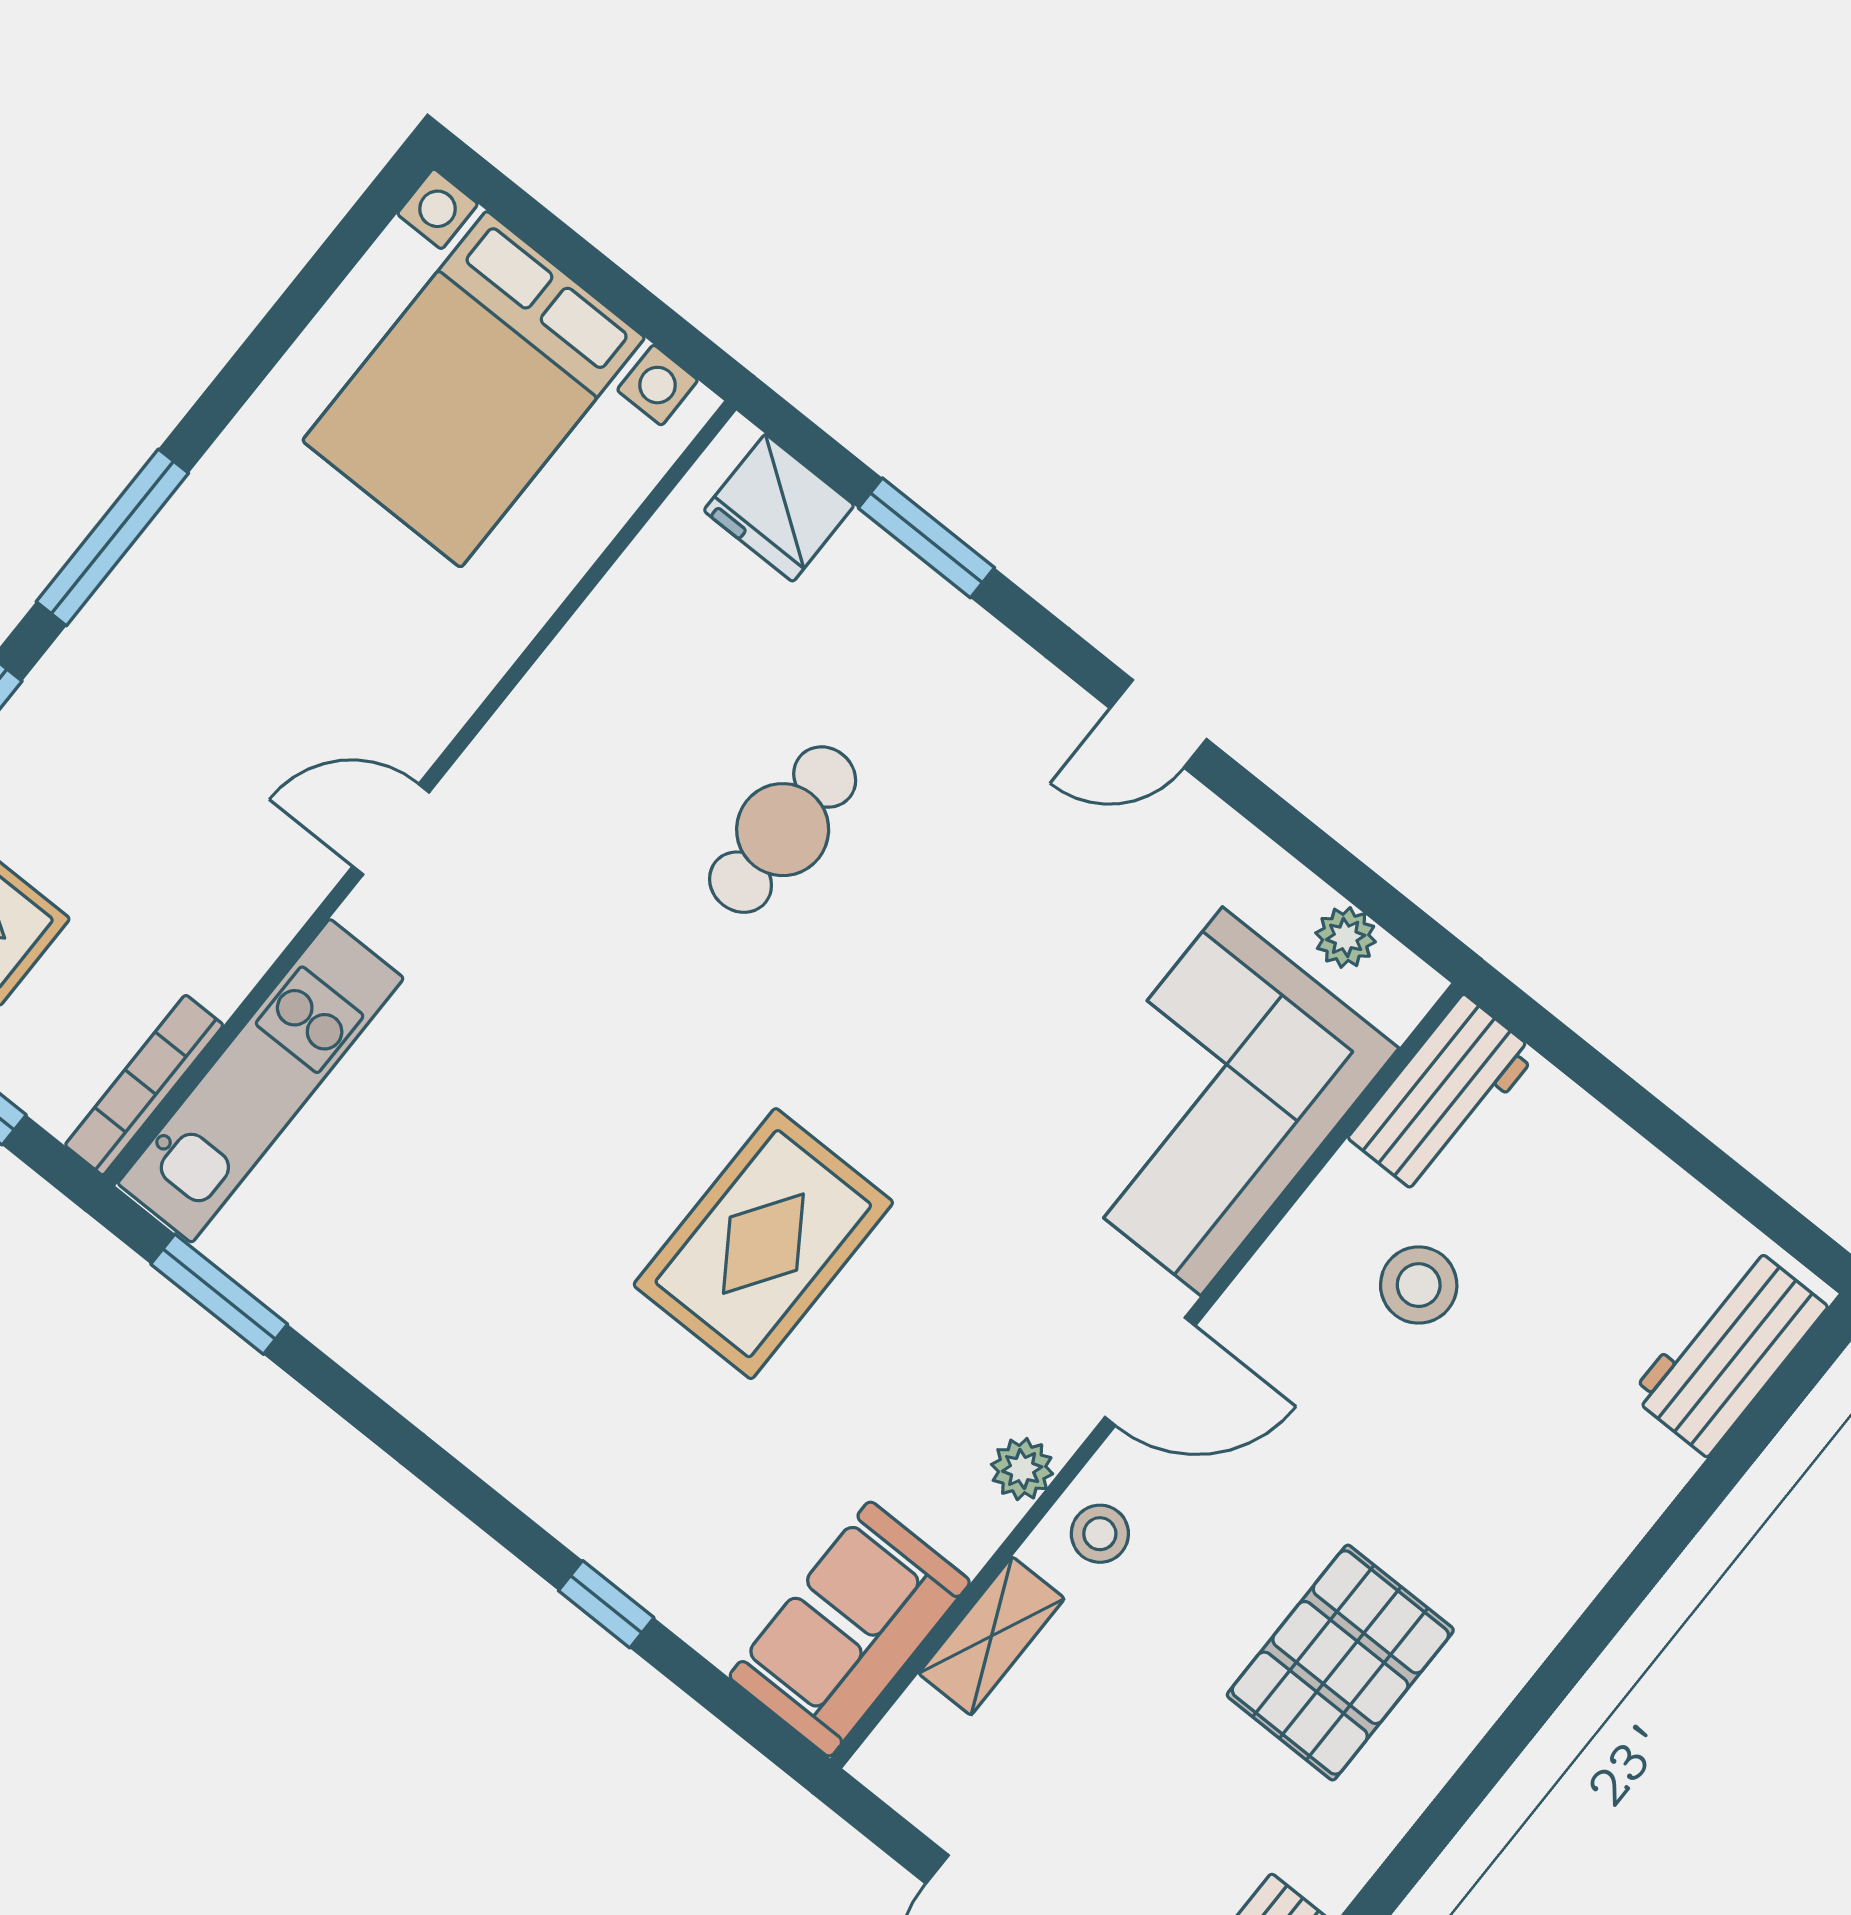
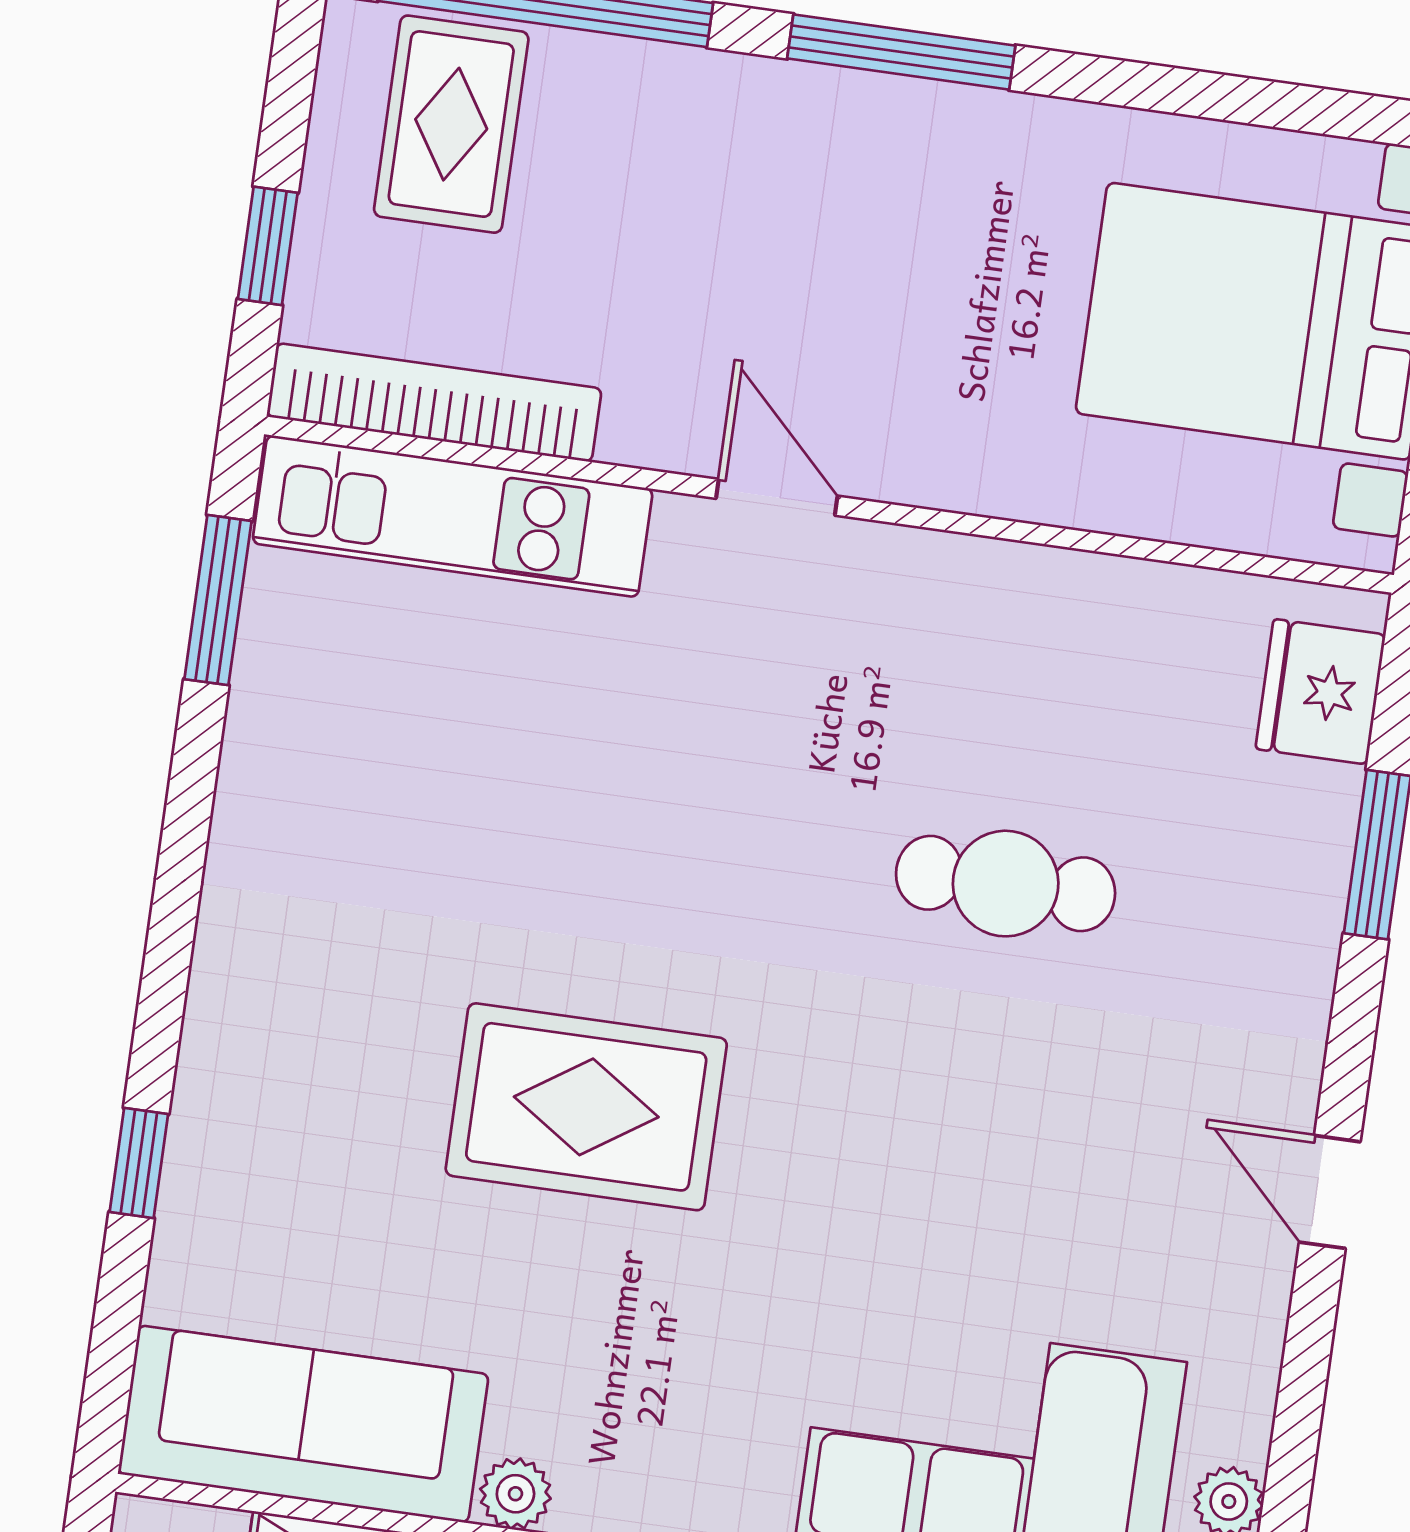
bookcase: (144, 1085) -> (434, 402), width x1.48, depth x1.31
sofa: (850, 1629) -> (303, 1424), width x1.36

